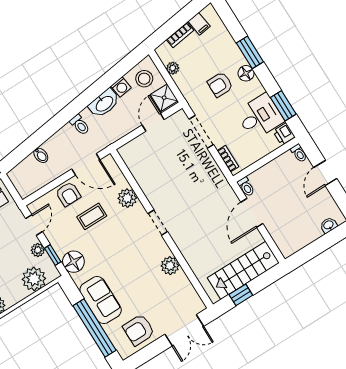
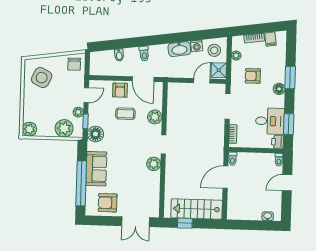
armchair: (220, 85) -> (253, 76), moved
toilet: (80, 125) -> (144, 54), moved
plant: (170, 266) -> (154, 164), moved

